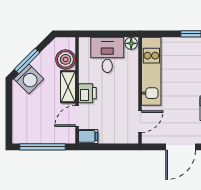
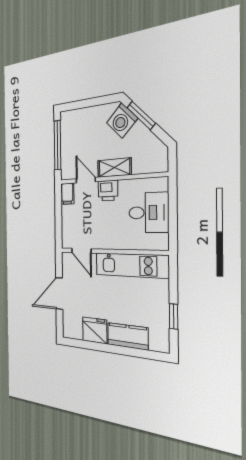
floor lamp: (131, 43) -> (162, 242), removed
boiler: (66, 59) -> (143, 162), removed
door: (181, 147) -> (59, 294), hinge flipped

